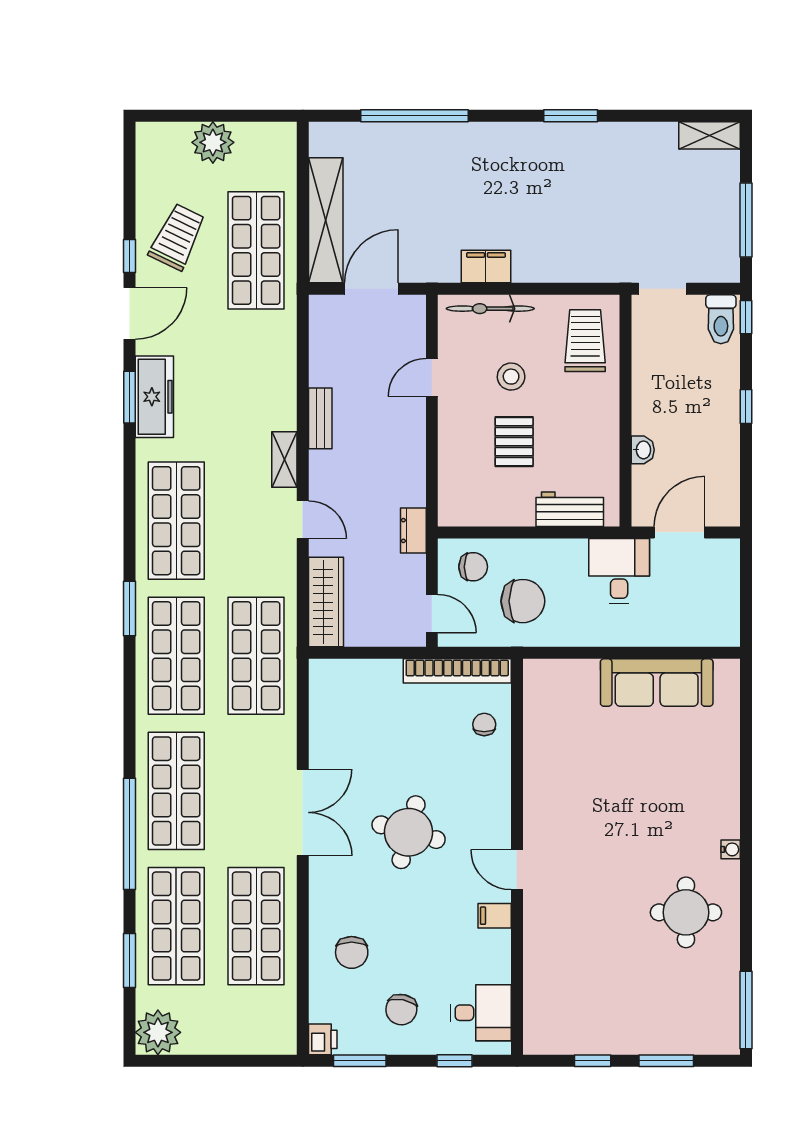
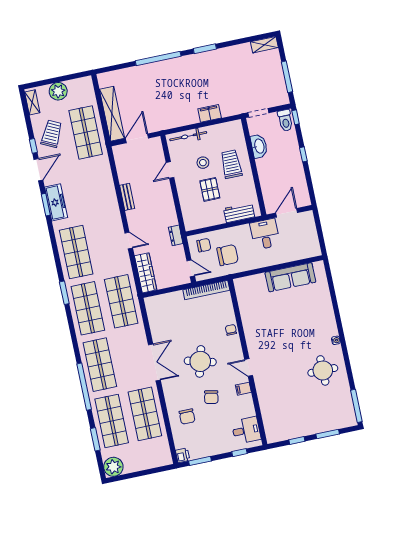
window: (415, 116) -> (158, 59), moved
filing cabinet: (486, 266) -> (210, 113), moved
trolley: (585, 341) -> (231, 164), moved
washbasin: (643, 450) -> (259, 146), moved, width x1.91, depth x1.45
shelving: (284, 460) -> (32, 102), moved
chair: (484, 724) -> (231, 330), moved
chair: (401, 1010) -> (211, 397), moved

